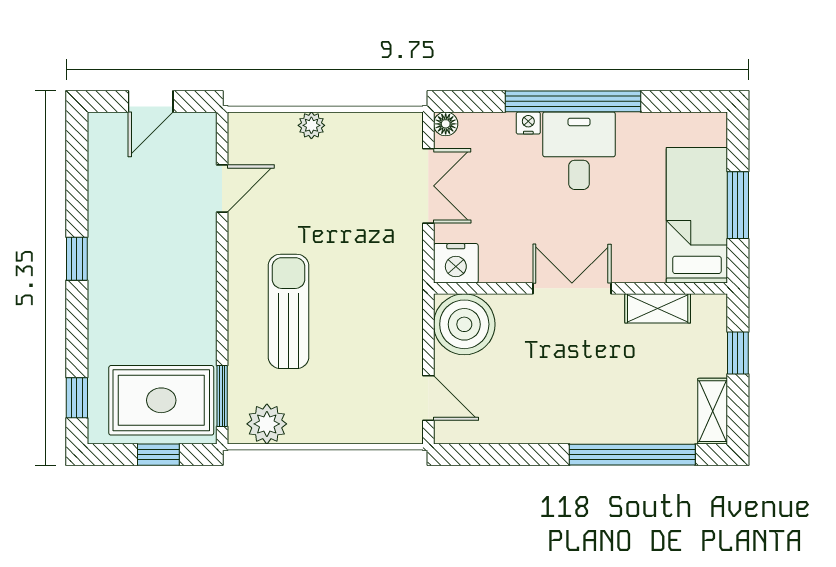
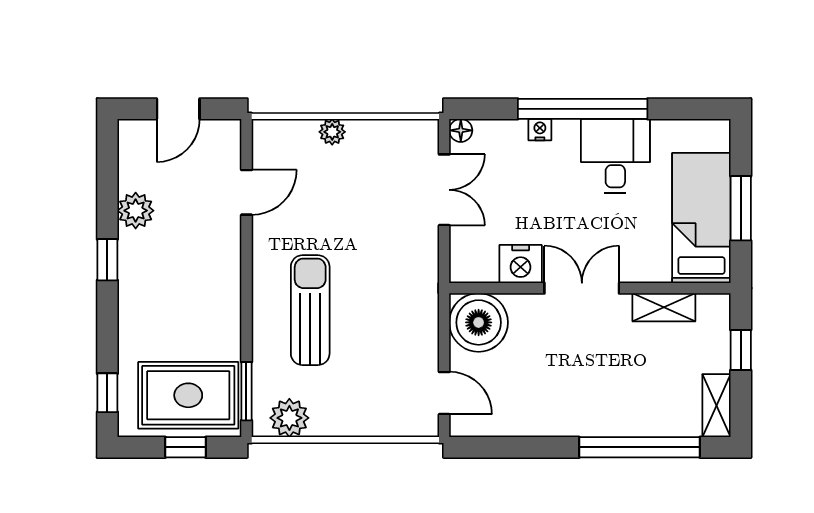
desk: (579, 151) -> (615, 156), moved
plant: (106, 207) -> (136, 211), added
nightstand: (456, 263) -> (521, 264), moved

